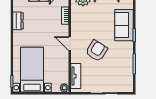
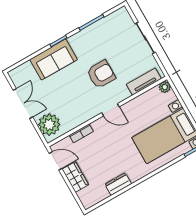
door: (70, 44) -> (110, 110), hinge flipped
armchair: (97, 51) -> (101, 74), turned 148

